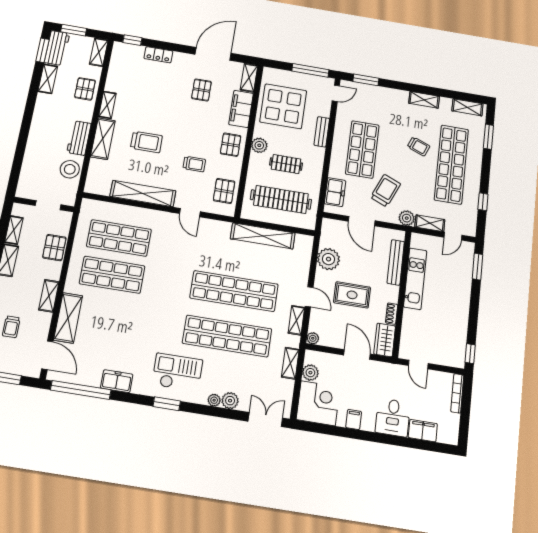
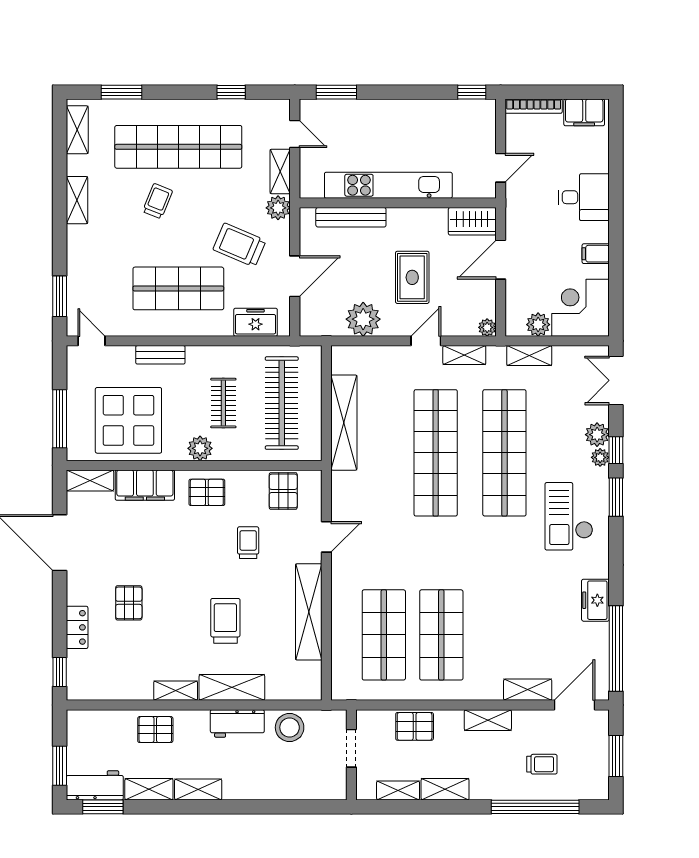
shelving: (99, 52) -> (198, 789), moved
window: (310, 70) -> (60, 419), moved
pallet: (201, 90) -> (129, 603), moved, turned 90
pallet: (224, 191) -> (283, 491), turned 90
kitchen unit: (415, 279) -> (388, 185), width x1.36
shoe rack: (392, 314) -> (431, 215), removed
shelving: (68, 318) -> (528, 690), width x0.67, depth x0.75
window: (167, 404) -> (616, 497), moved
window: (218, 412) -> (616, 450), added
filing cabinet: (423, 431) -> (584, 112), moved, turned -90

